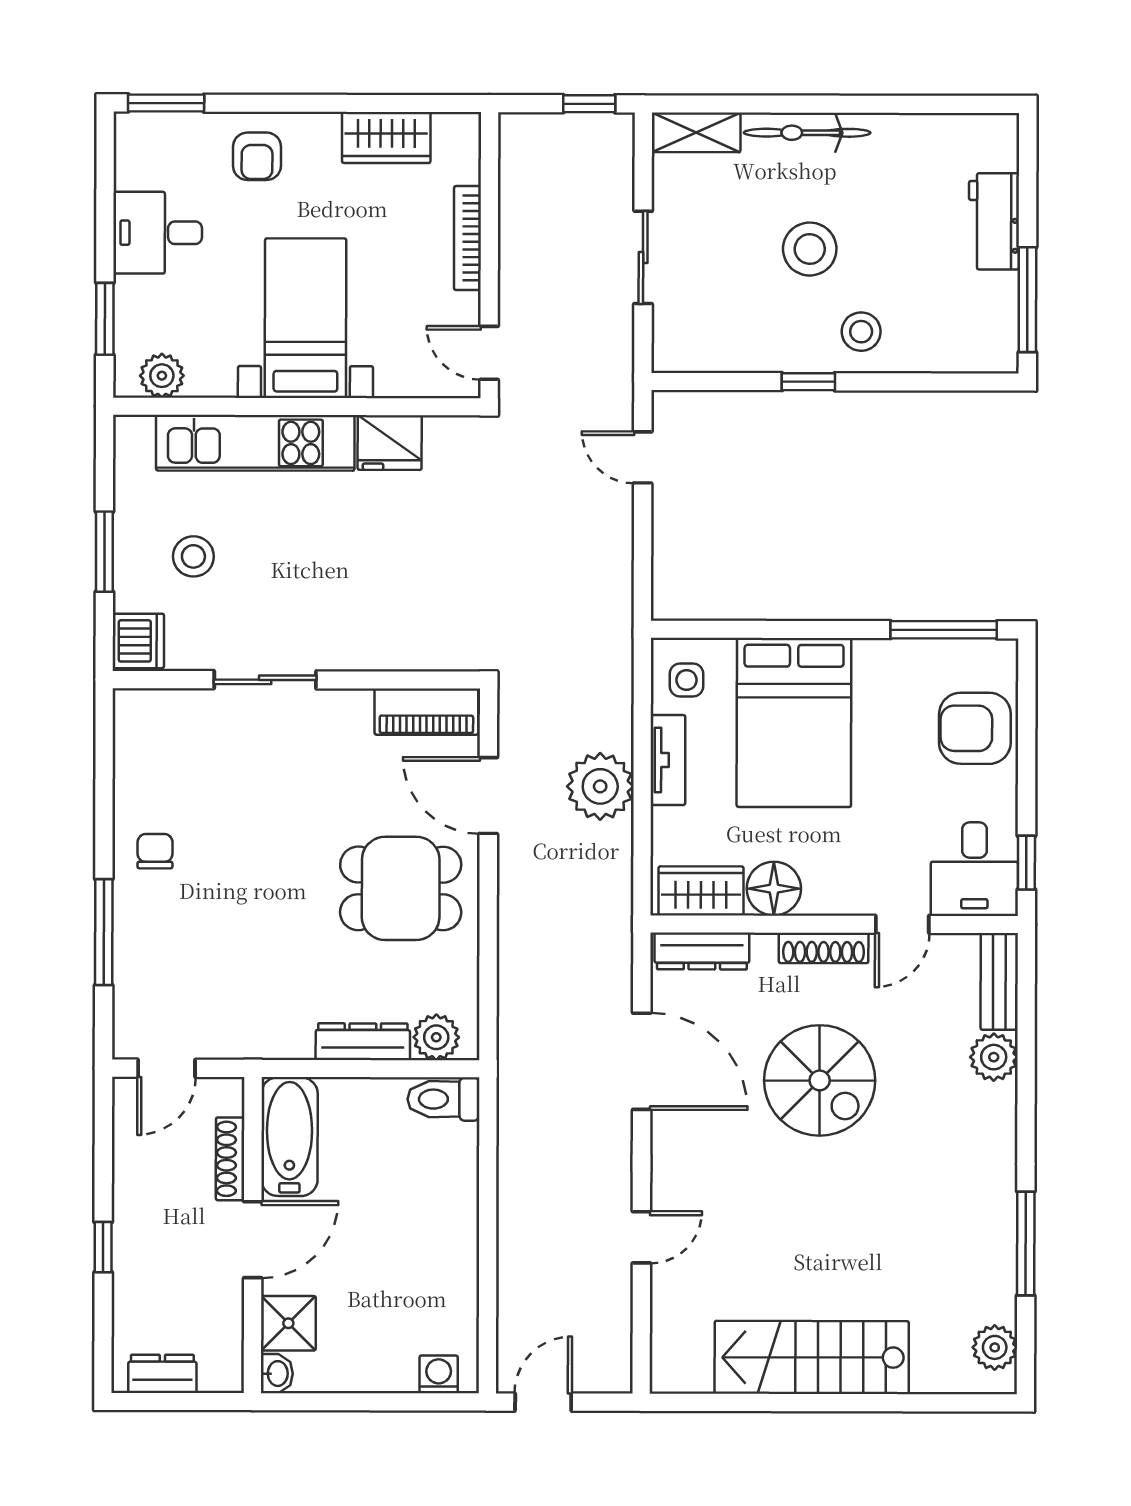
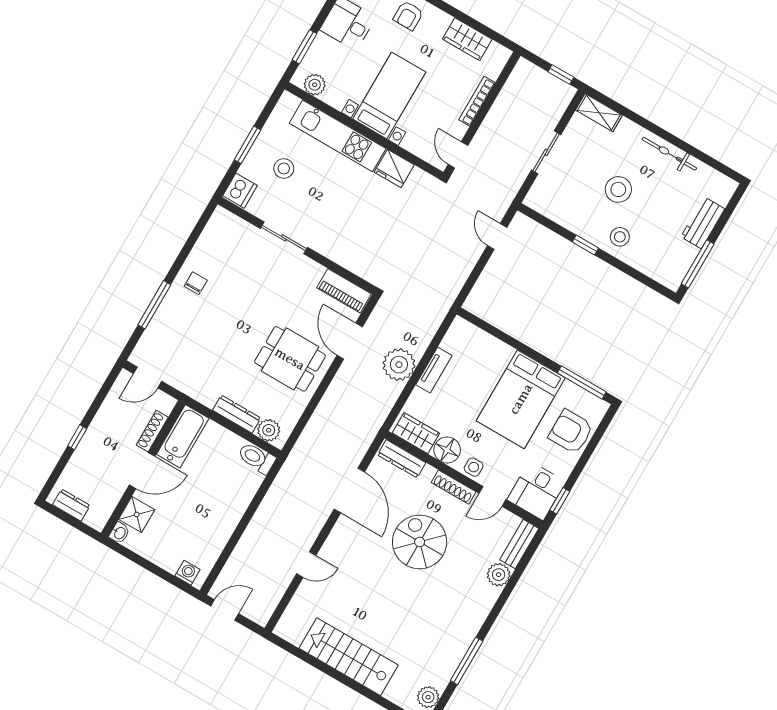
bicycle: (807, 133) -> (669, 154), moved
side table: (687, 680) -> (474, 467), moved
bed: (794, 723) -> (521, 399), moved
spiral stairs: (820, 1080) -> (420, 542), turned 180

